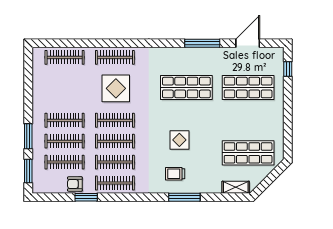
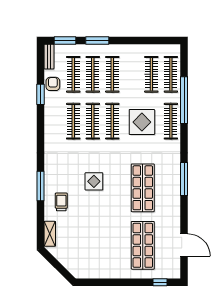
window: (92, 43) -> (184, 100), added
window: (202, 43) -> (184, 179), moved
shop shelf: (248, 153) -> (82, 245), removed
trolley: (175, 174) -> (61, 202), moved
clothes rail: (115, 183) -> (151, 74), moved
bench: (46, 188) -> (49, 57), added

